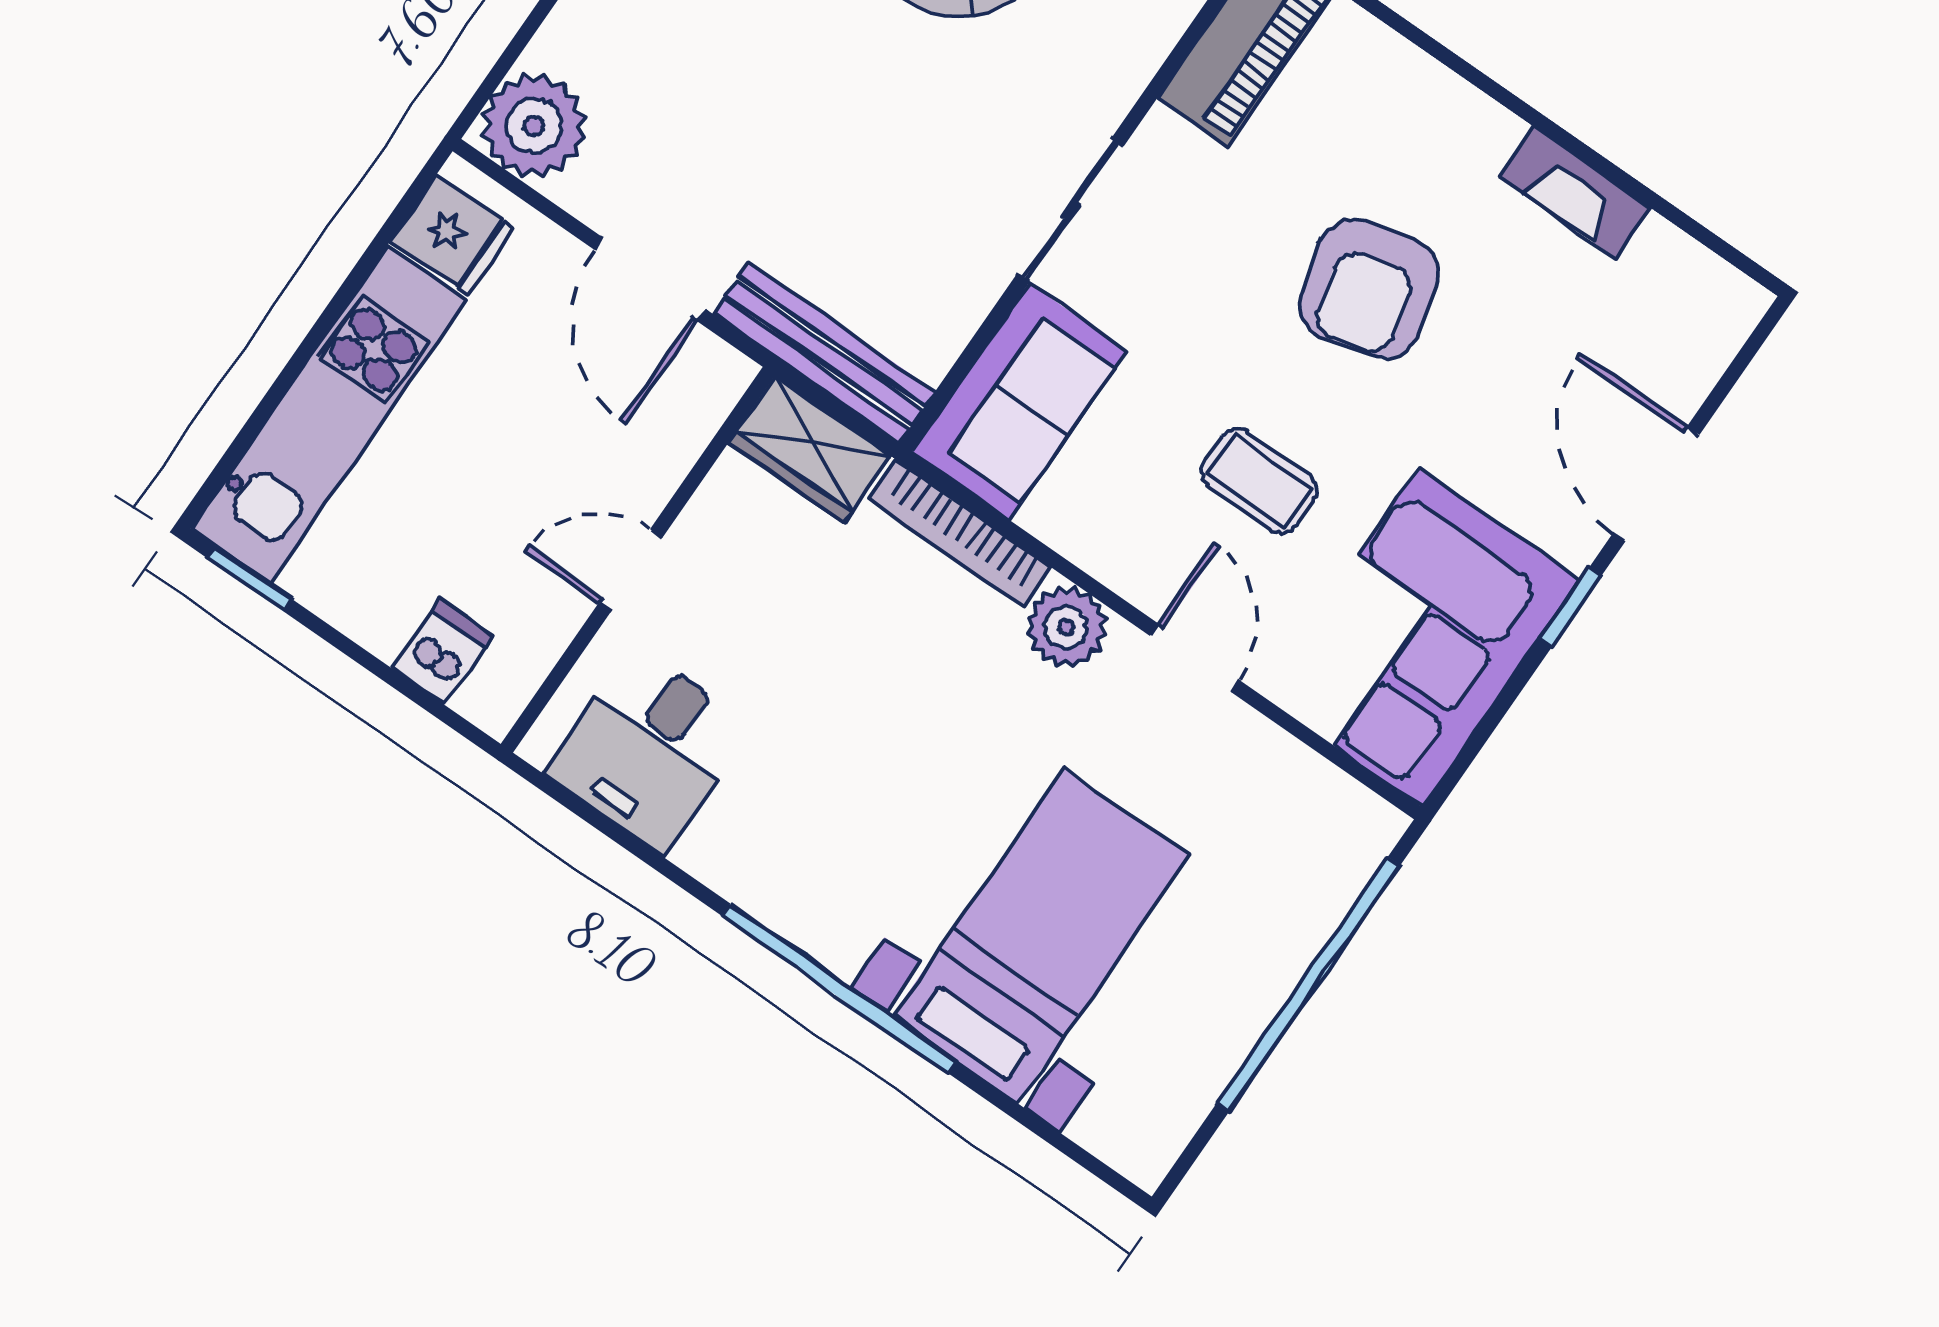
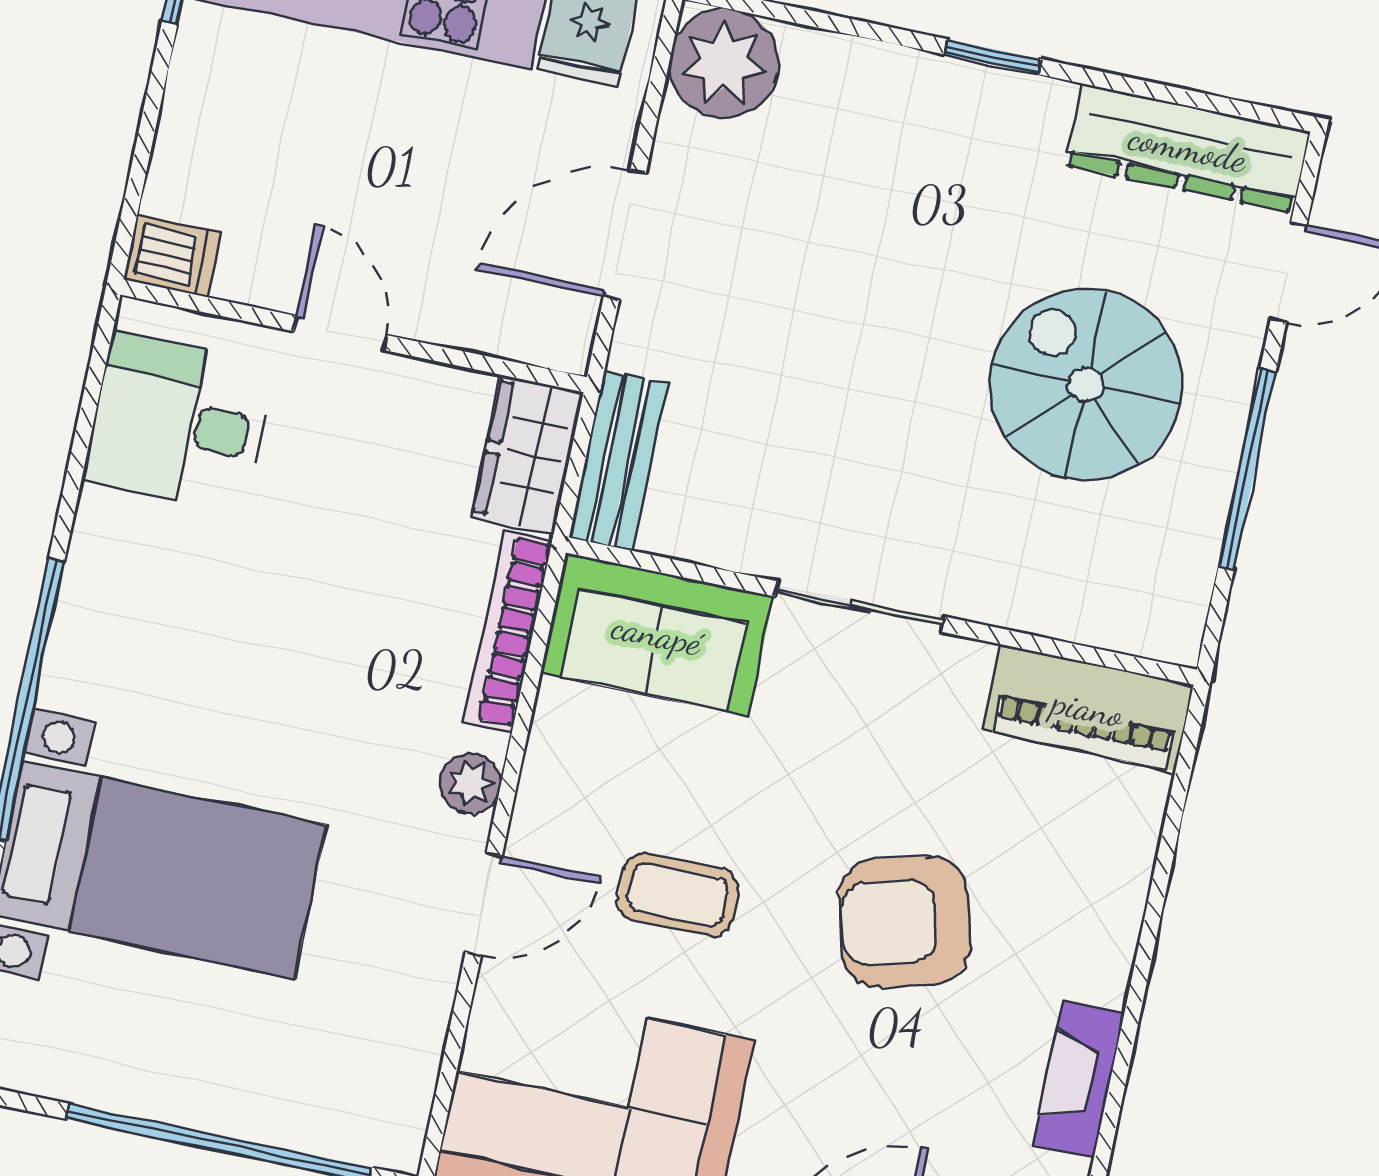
bench: (824, 353) -> (618, 460), width x0.73
coffee table: (1259, 481) -> (678, 895), turned 90
plant: (1066, 627) -> (470, 783), width x0.73, depth x0.73
dishwasher: (442, 653) -> (172, 256), moved

